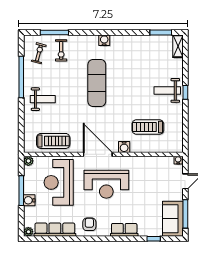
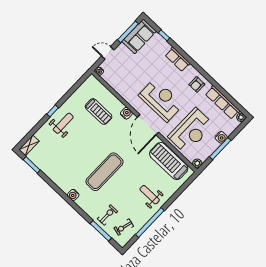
weight bench: (167, 90) -> (63, 123), turned -90
treadmill: (53, 141) -> (169, 161), width x1.37, depth x1.38

